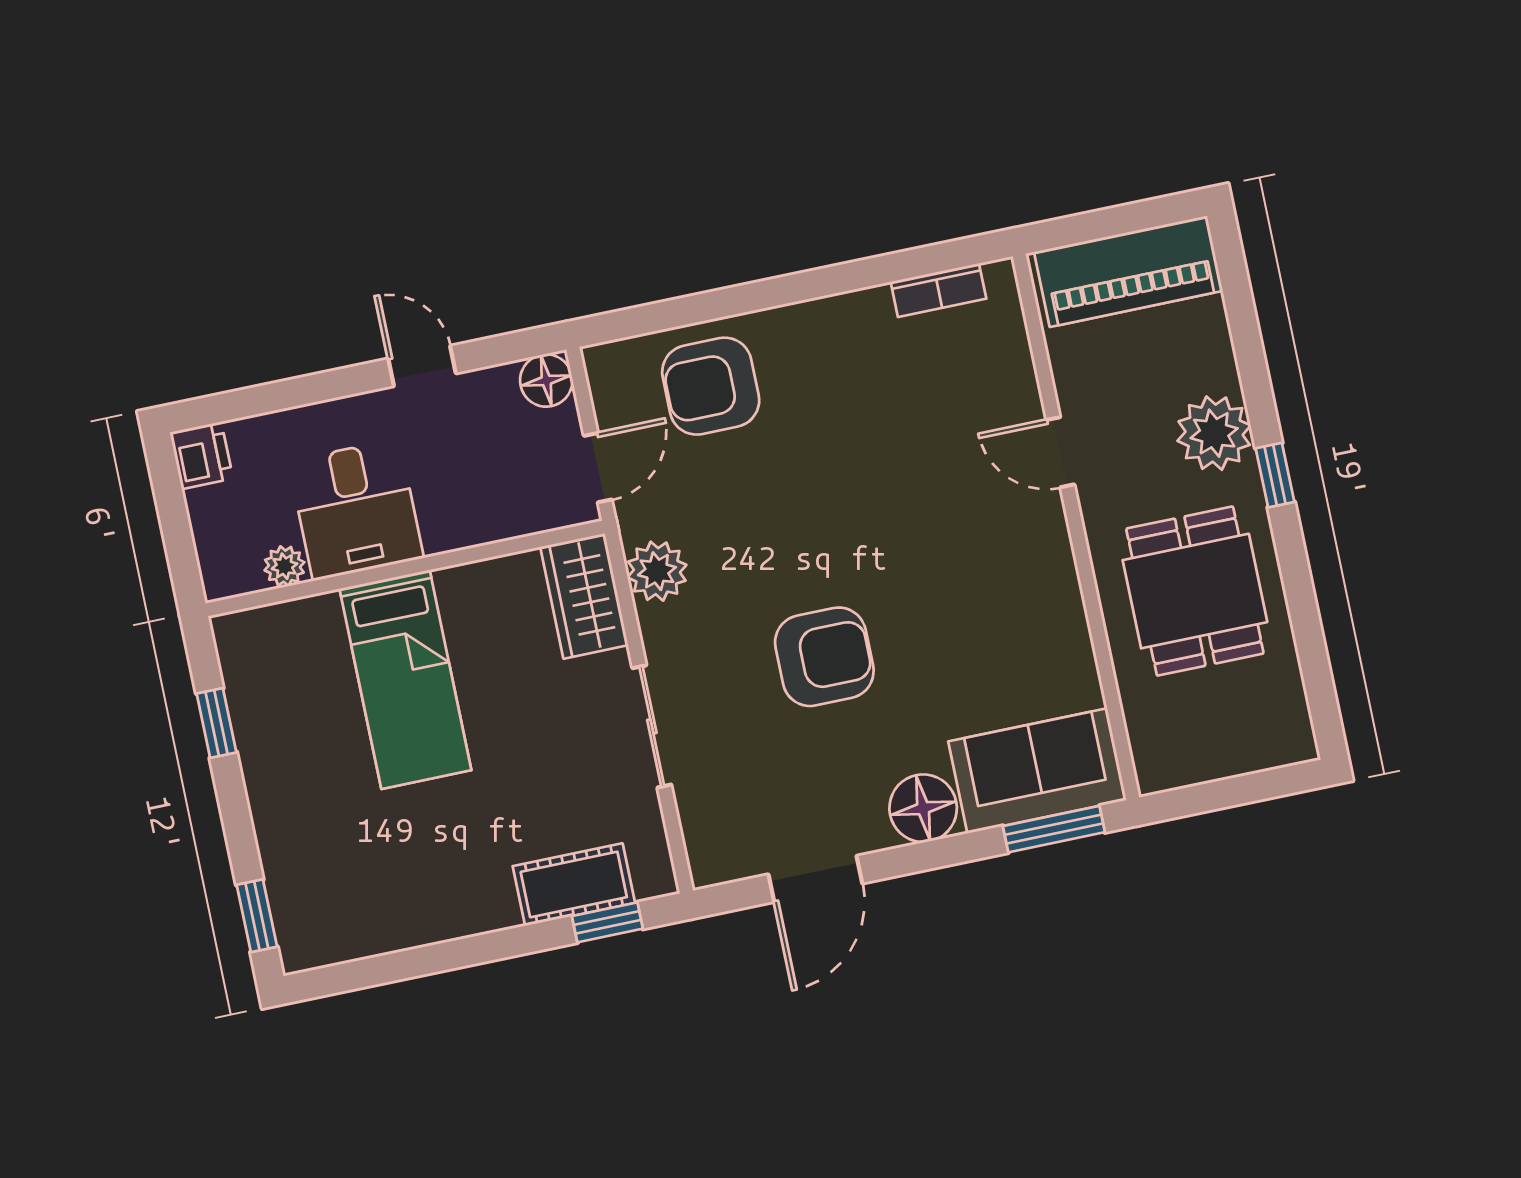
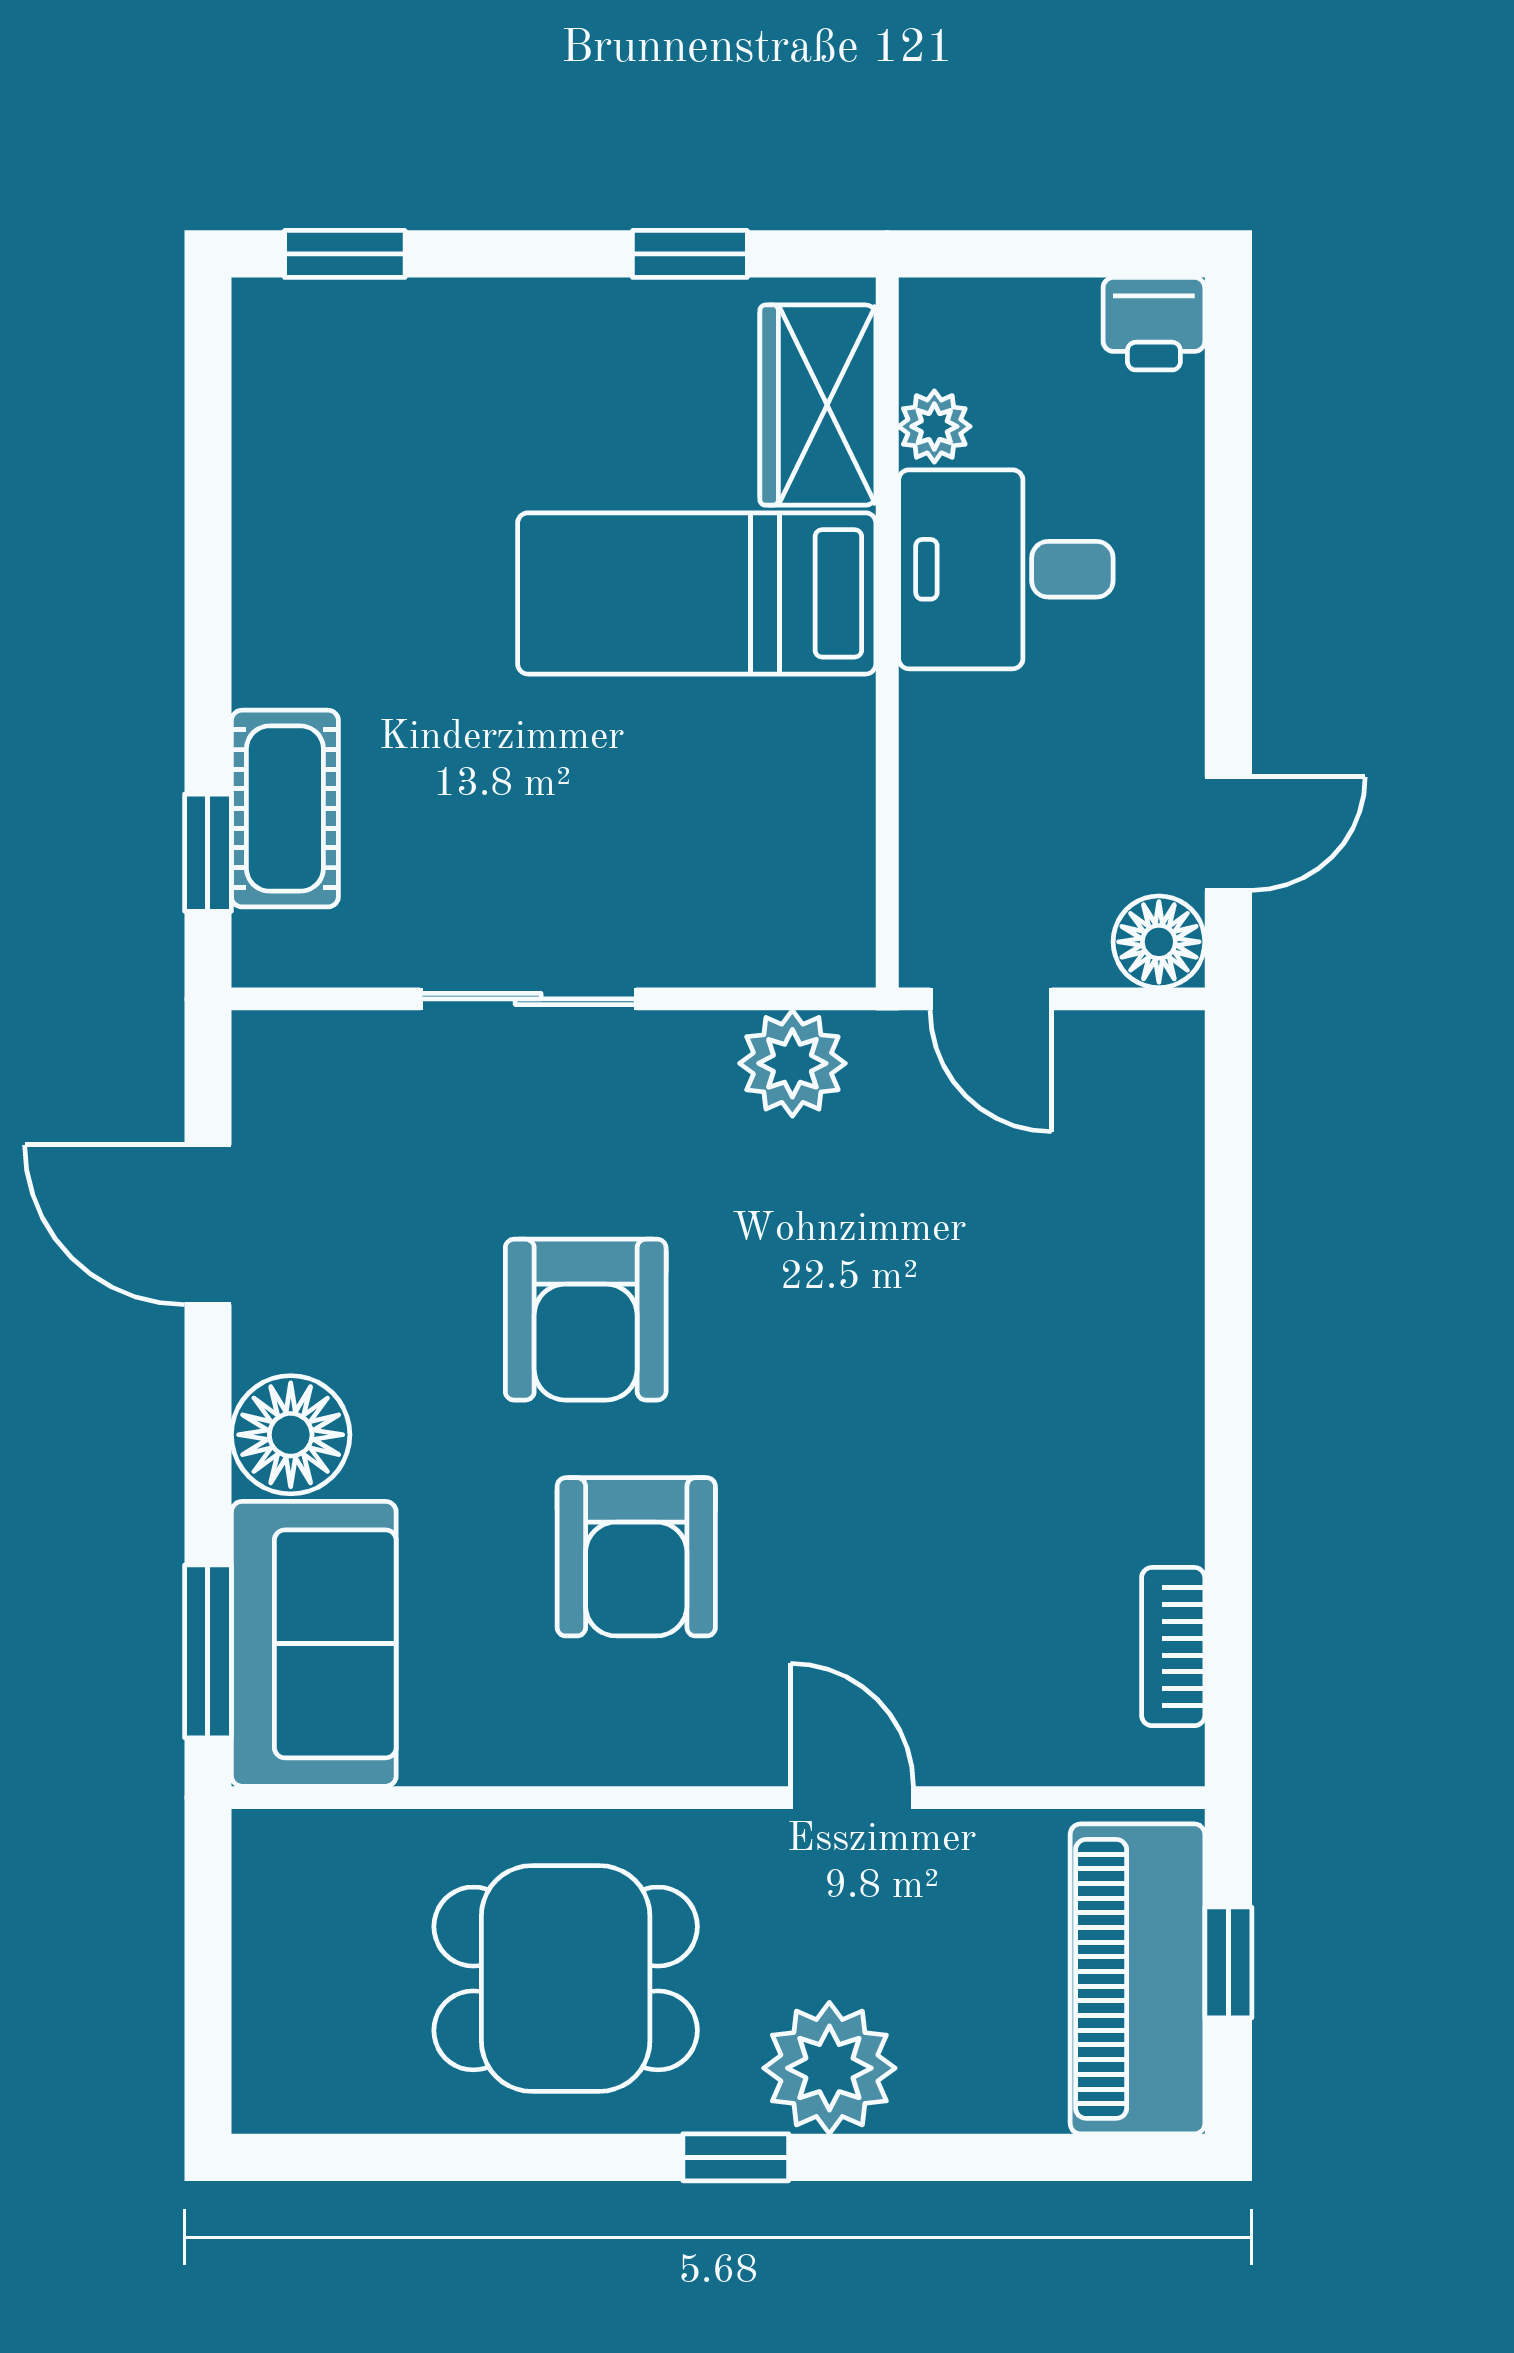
window: (1109, 223) -> (1228, 1962), added
door: (422, 366) -> (1228, 834), moved
armchair: (711, 386) -> (636, 1557), moved, turned 180
door: (1060, 452) -> (852, 1798), hinge flipped
wardrobe: (584, 596) -> (818, 405), moved, turned -90

